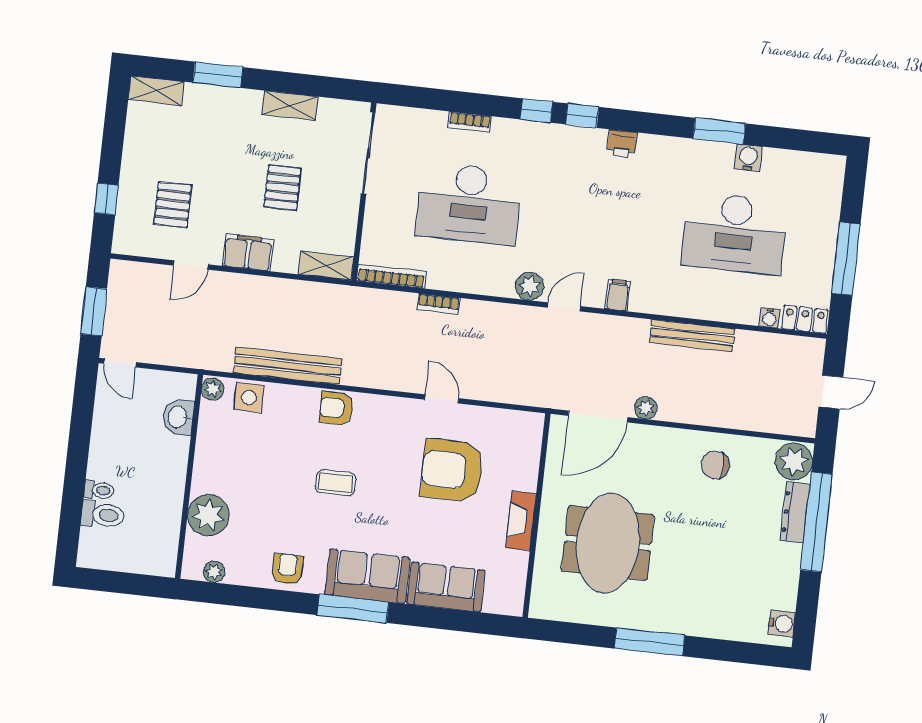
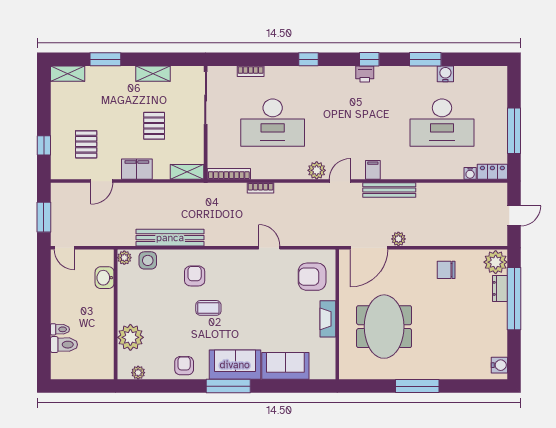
window: (582, 116) -> (369, 59), moved
bookcase: (470, 122) -> (251, 71), moved
bench: (692, 336) -> (389, 190), moved
armchair: (336, 408) -> (195, 276), moved, turned 90
armchair: (452, 470) -> (312, 277), moved, width x0.73, depth x0.73
dresser: (795, 512) -> (500, 288), width x0.70

